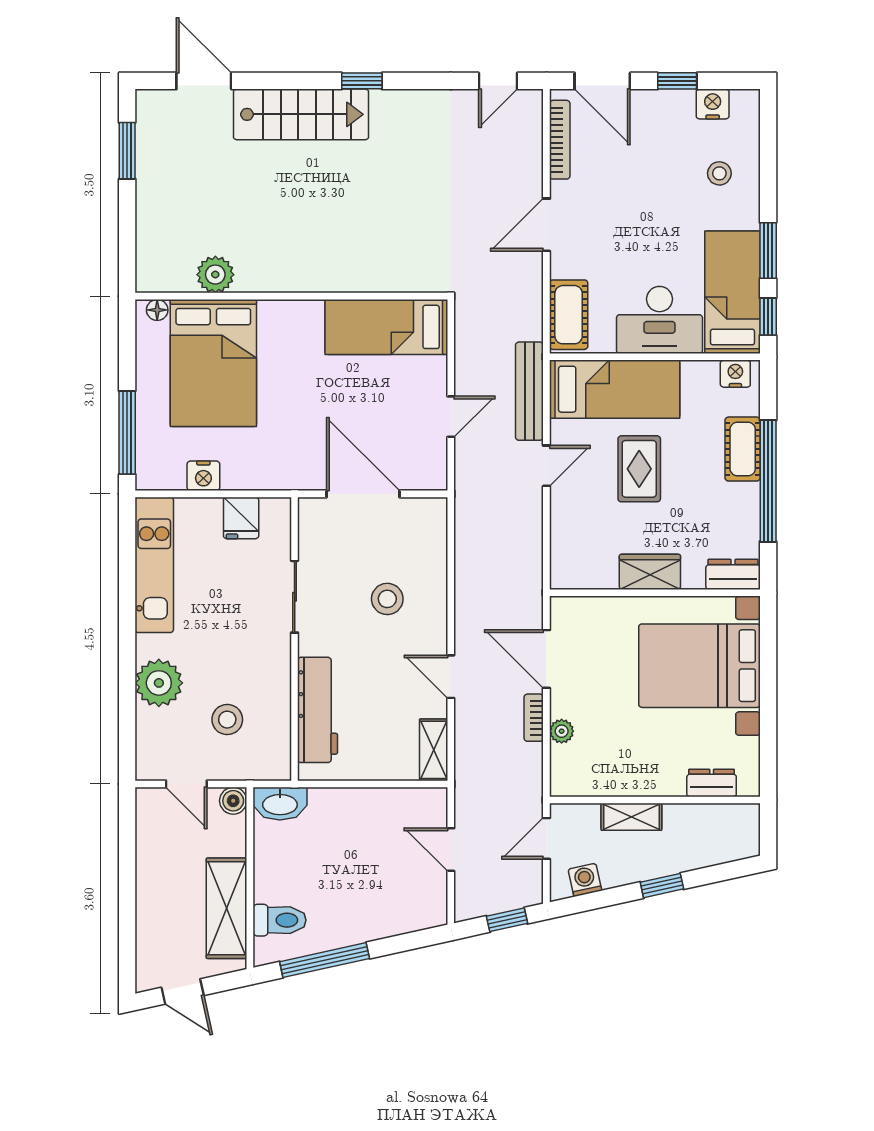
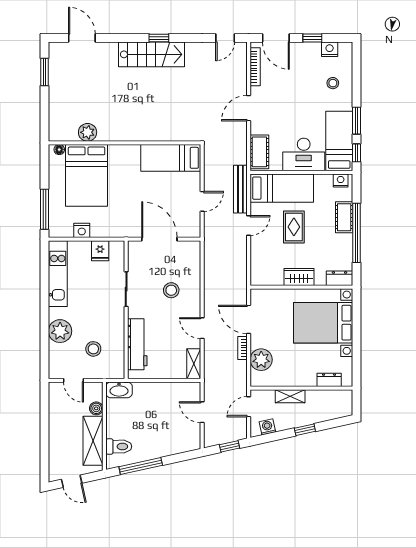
stairs: (301, 114) -> (152, 54), moved
plant: (562, 731) -> (261, 360), width x1.88, depth x1.88
boiler: (233, 801) -> (96, 408), moved

